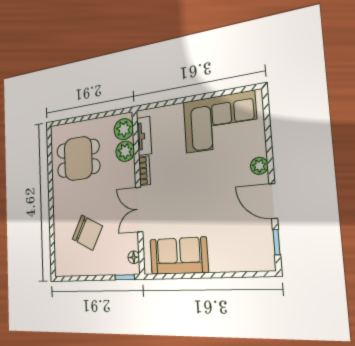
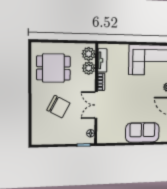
chair: (87, 233) -> (58, 107), moved
sofa: (179, 256) -> (142, 132), moved

